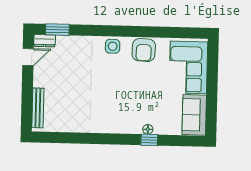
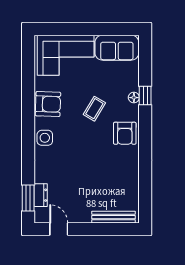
dresser: (45, 41) -> (41, 195), moved
coffee table: (138, 93) -> (94, 109), added
armchair: (115, 120) -> (125, 133), added

